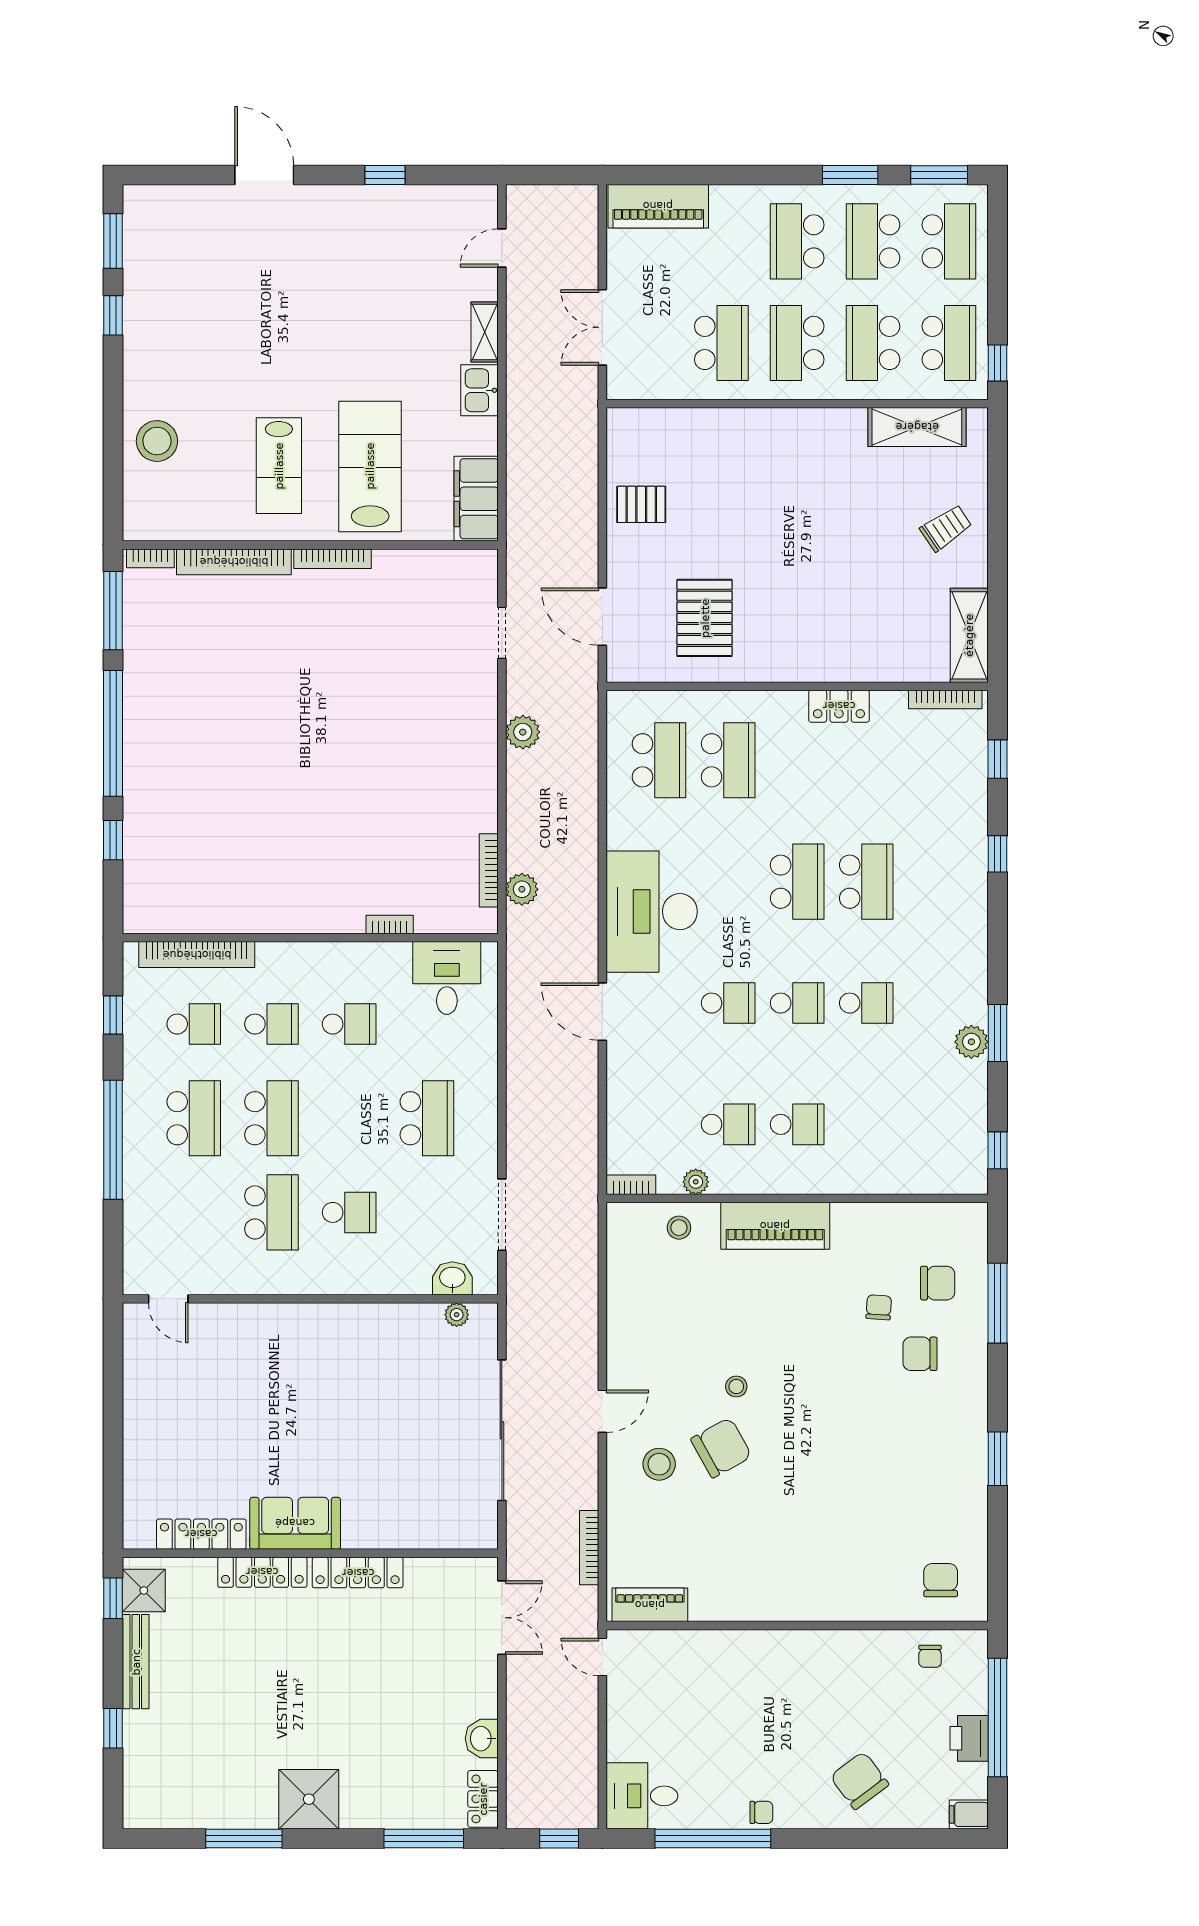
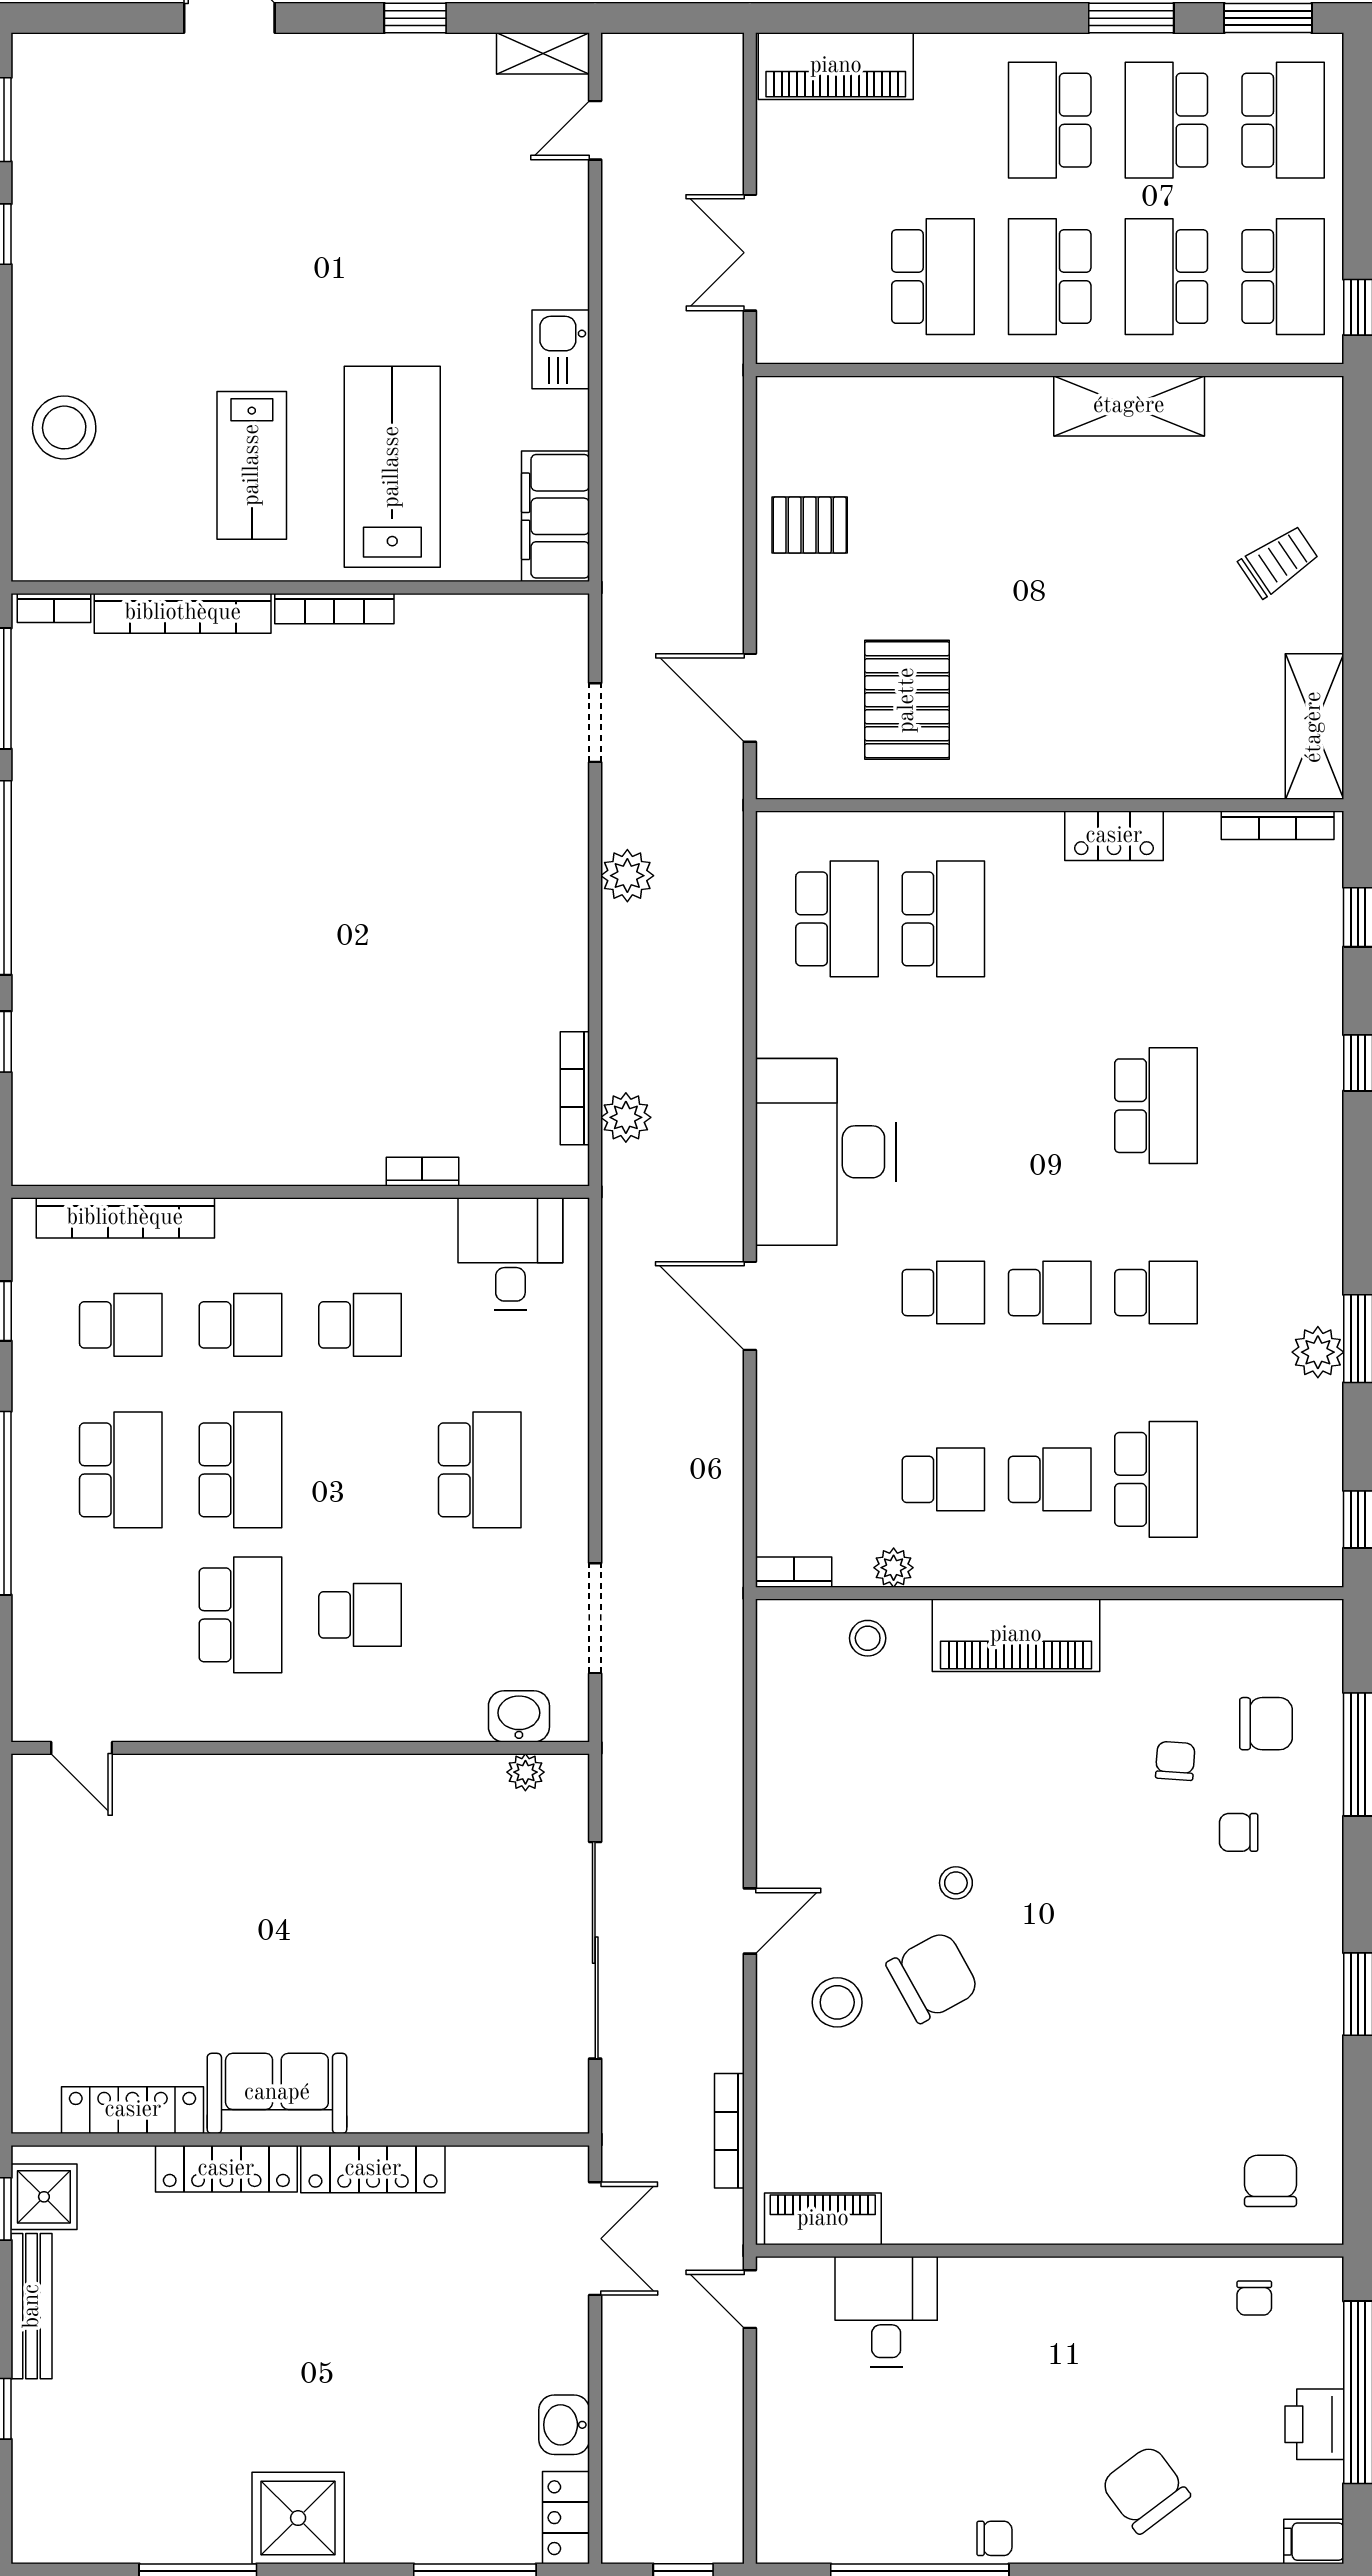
shelving: (485, 332) -> (543, 53), moved, turned 90
shelving: (917, 427) -> (1129, 406), moved
school desk: (797, 882) -> (1156, 1479), moved
chair: (920, 1354) -> (1239, 1832), width x0.73, depth x0.73
desk: (642, 1796) -> (886, 2312), moved, turned 90

